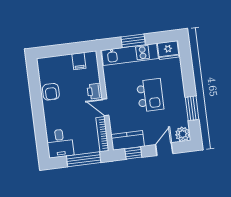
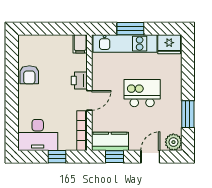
filing cabinet: (79, 61) -> (80, 44), moved
kitchen island: (150, 95) -> (142, 93), turned -90
door: (105, 107) -> (89, 100), swing flipped
desk: (60, 143) -> (38, 135), width x1.37
window: (84, 159) -> (57, 157), width x0.46

